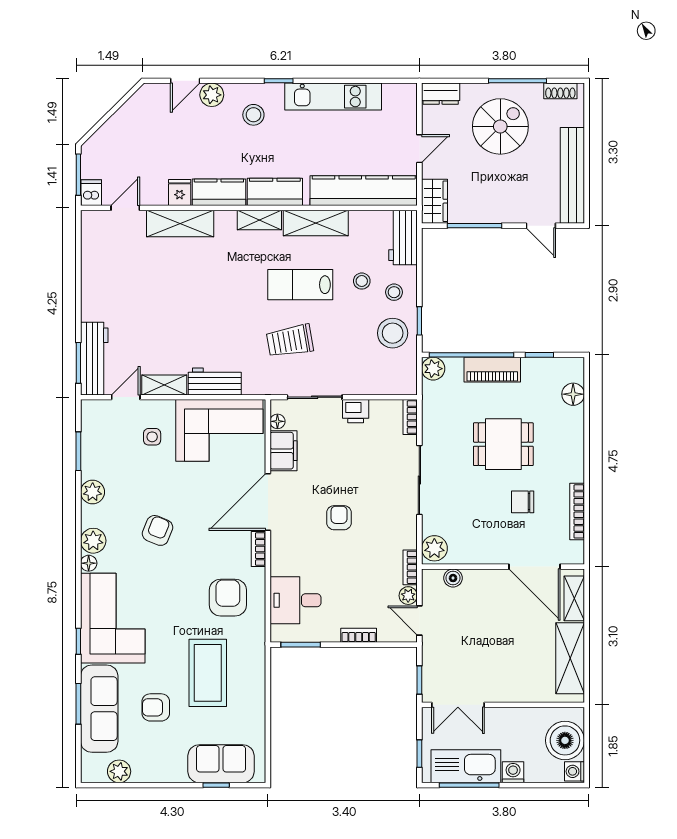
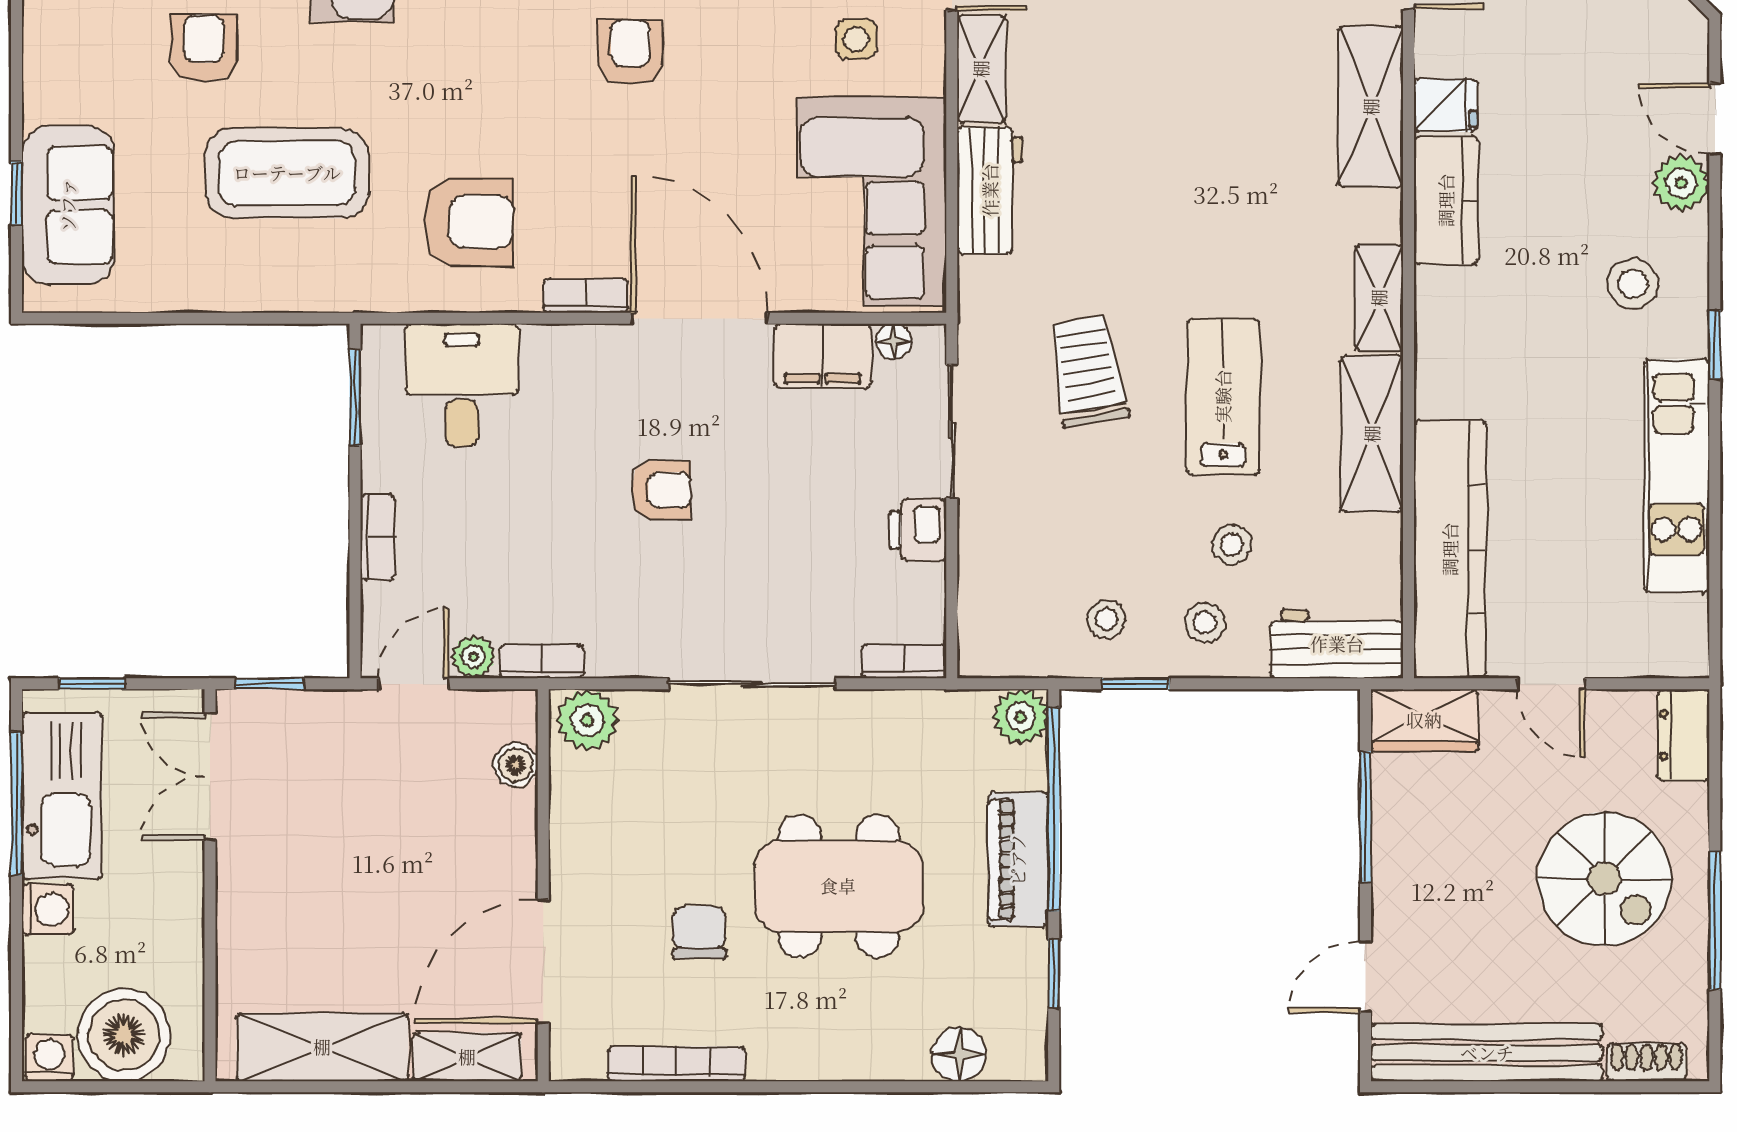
shoe rack: (560, 91) -> (1646, 1062), moved, turned 90
kitchen counter: (275, 192) -> (1447, 335), removed
stool: (393, 333) -> (1106, 619), width x0.53, depth x0.53
dining table: (503, 444) -> (838, 886), width x1.37
armchair: (158, 530) -> (630, 52), turned -112

